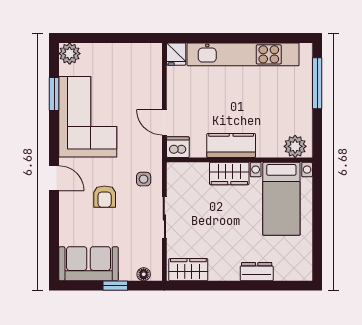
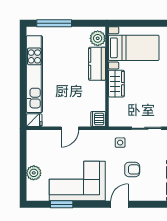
plant: (70, 54) -> (34, 173), moved
door: (164, 122) -> (70, 128), moved
kitchen counter: (231, 145) -> (97, 64), moved

